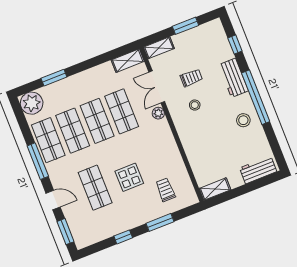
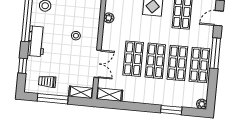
window: (185, 26) -> (53, 99), width x1.44
trolley: (191, 78) -> (47, 82), moved
plant: (32, 103) -> (202, 104), width x0.53, depth x0.53
plant: (158, 113) -> (109, 18), moved
door: (53, 200) -> (219, 18), hinge flipped

